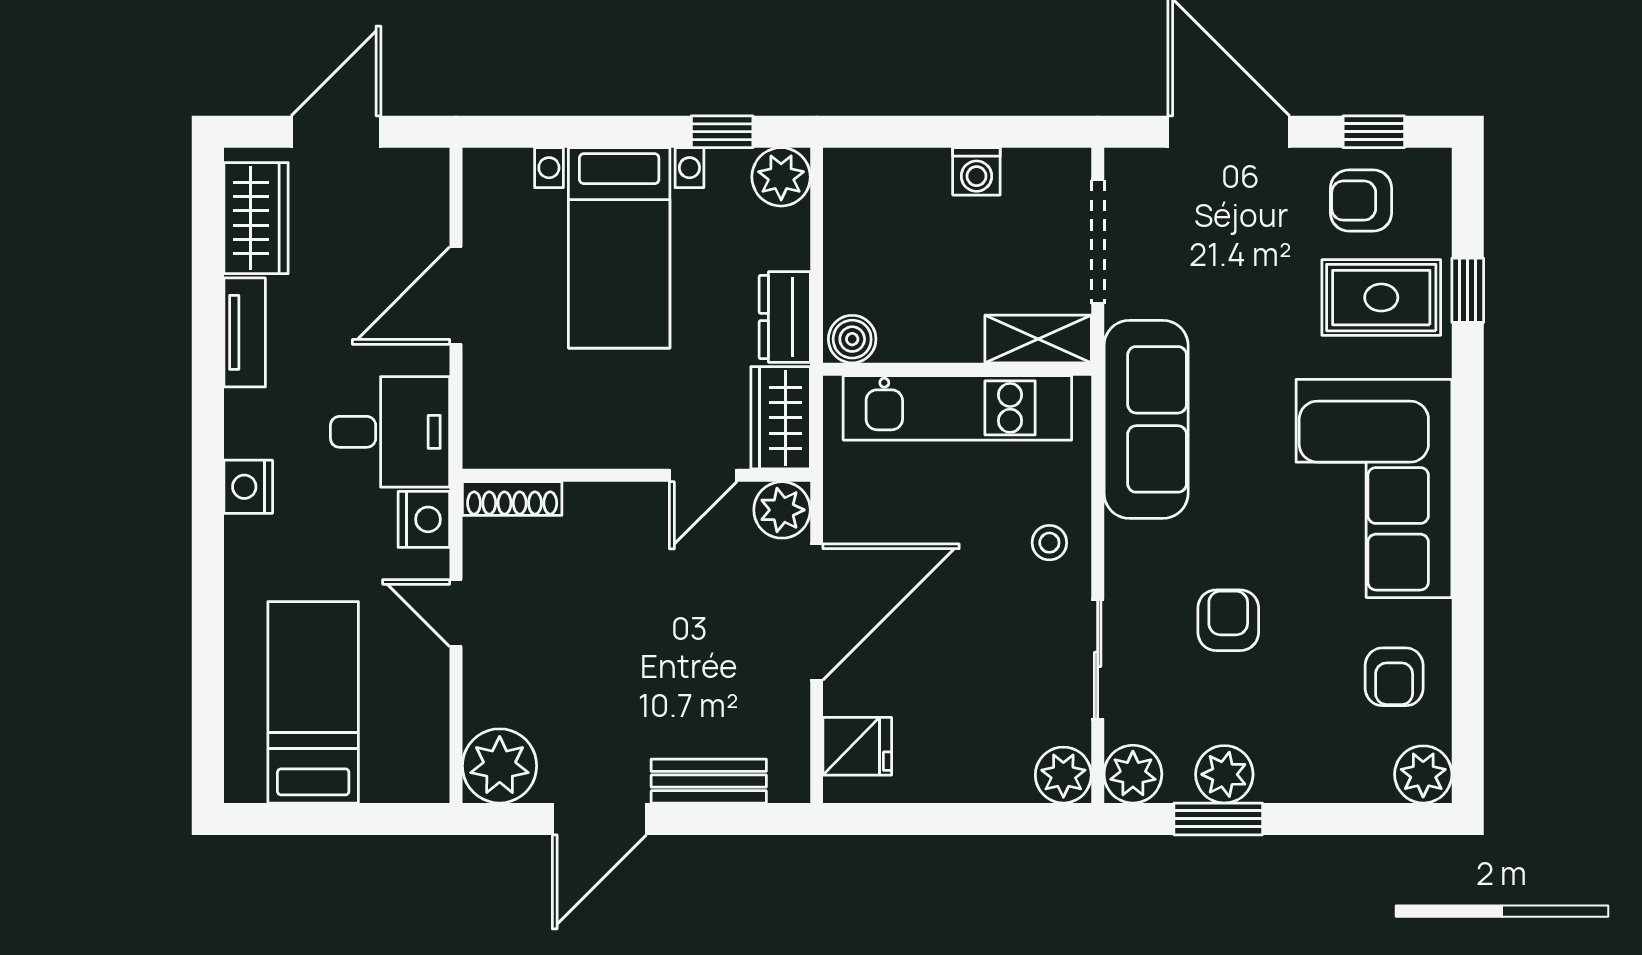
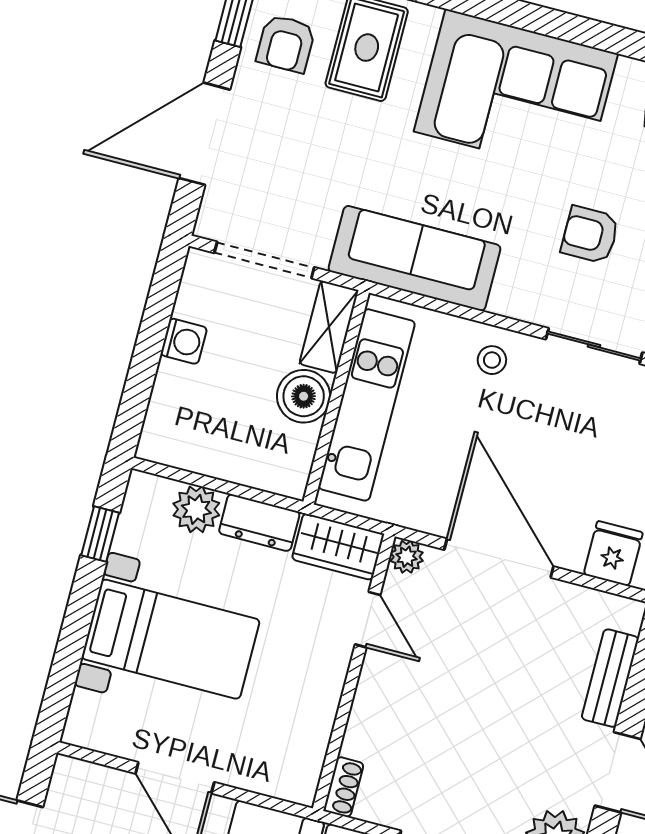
plant: (781, 177) -> (196, 509), moved
boiler: (852, 339) -> (304, 396), moved, width x1.36, depth x1.36
shoe rack: (512, 499) -> (344, 787), width x0.70
plant: (782, 510) -> (407, 557), width x0.73, depth x0.73

